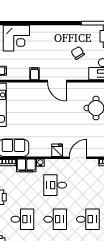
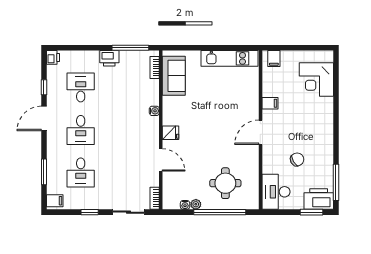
filing cabinet: (26, 165) -> (151, 92), removed
desk: (55, 185) -> (125, 130), removed
desk: (22, 219) -> (81, 87), turned 180

